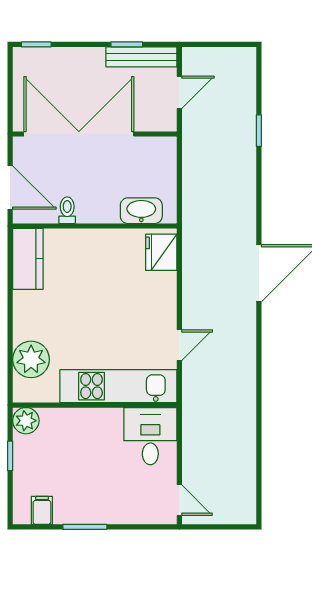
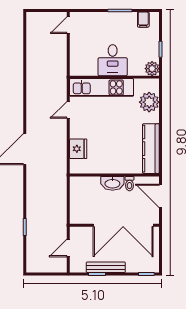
bench: (141, 57) -> (106, 267), moved
washbasin: (141, 211) -> (112, 183), moved
fridge: (161, 252) -> (78, 149), moved
kitchen counter: (28, 259) -> (151, 149), width x1.50
desk: (150, 436) -> (113, 60), moved
door: (179, 500) -> (68, 25), hinge flipped

